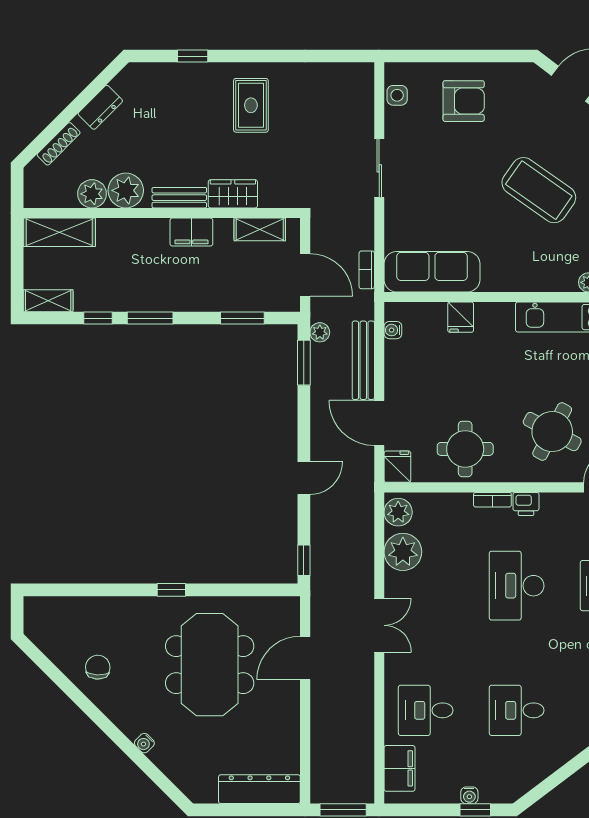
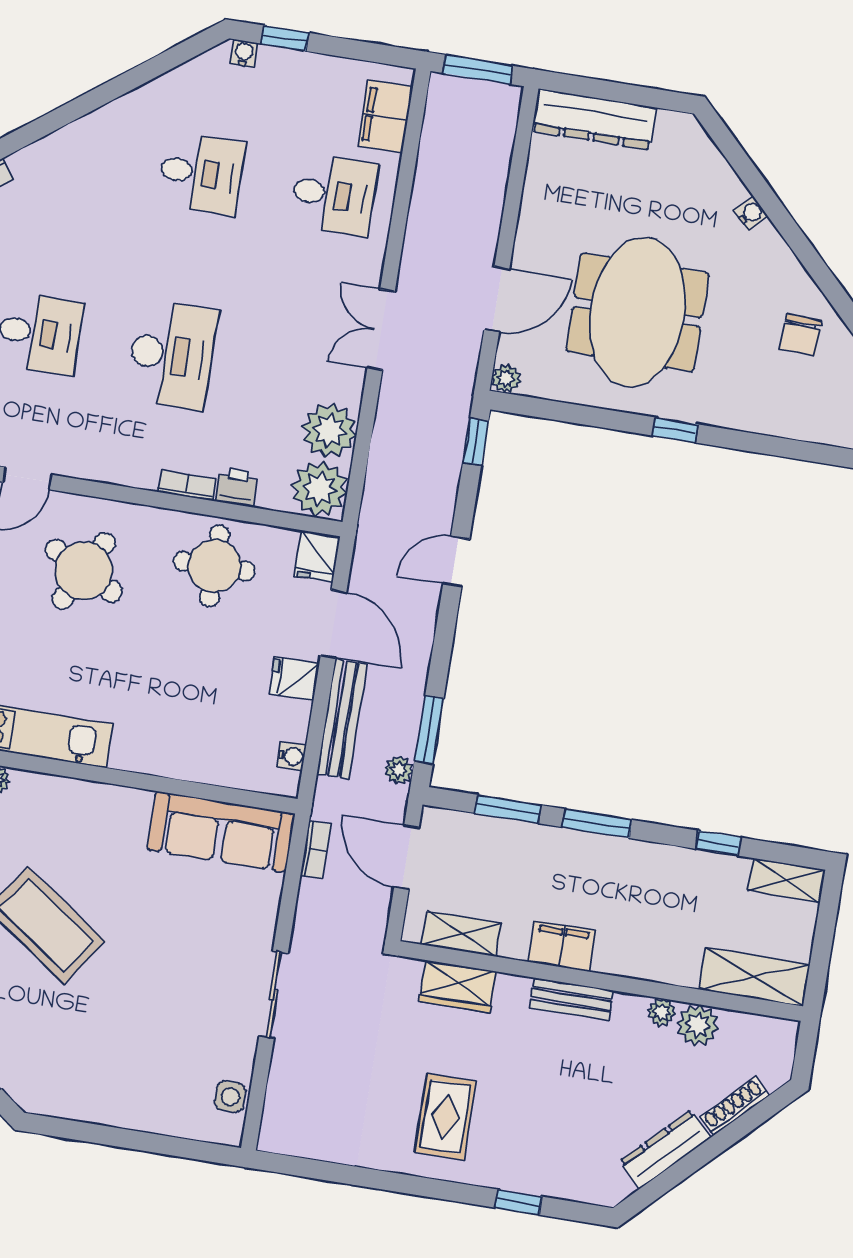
armchair: (464, 101) -> (135, 1073), removed
dresser: (100, 107) -> (665, 1149), width x1.44
plant: (126, 190) -> (661, 1012), width x0.53, depth x0.53
wardrobe: (233, 194) -> (458, 986), moved
fridge: (461, 317) -> (294, 679), moved, turned -90
window: (150, 318) -> (597, 824), moved
printer: (526, 504) -> (237, 487), moved
plant: (398, 512) -> (320, 489), width x1.36, depth x1.36
plant: (290, 606) -> (506, 379), added
water cooler: (469, 795) -> (244, 53), moved

